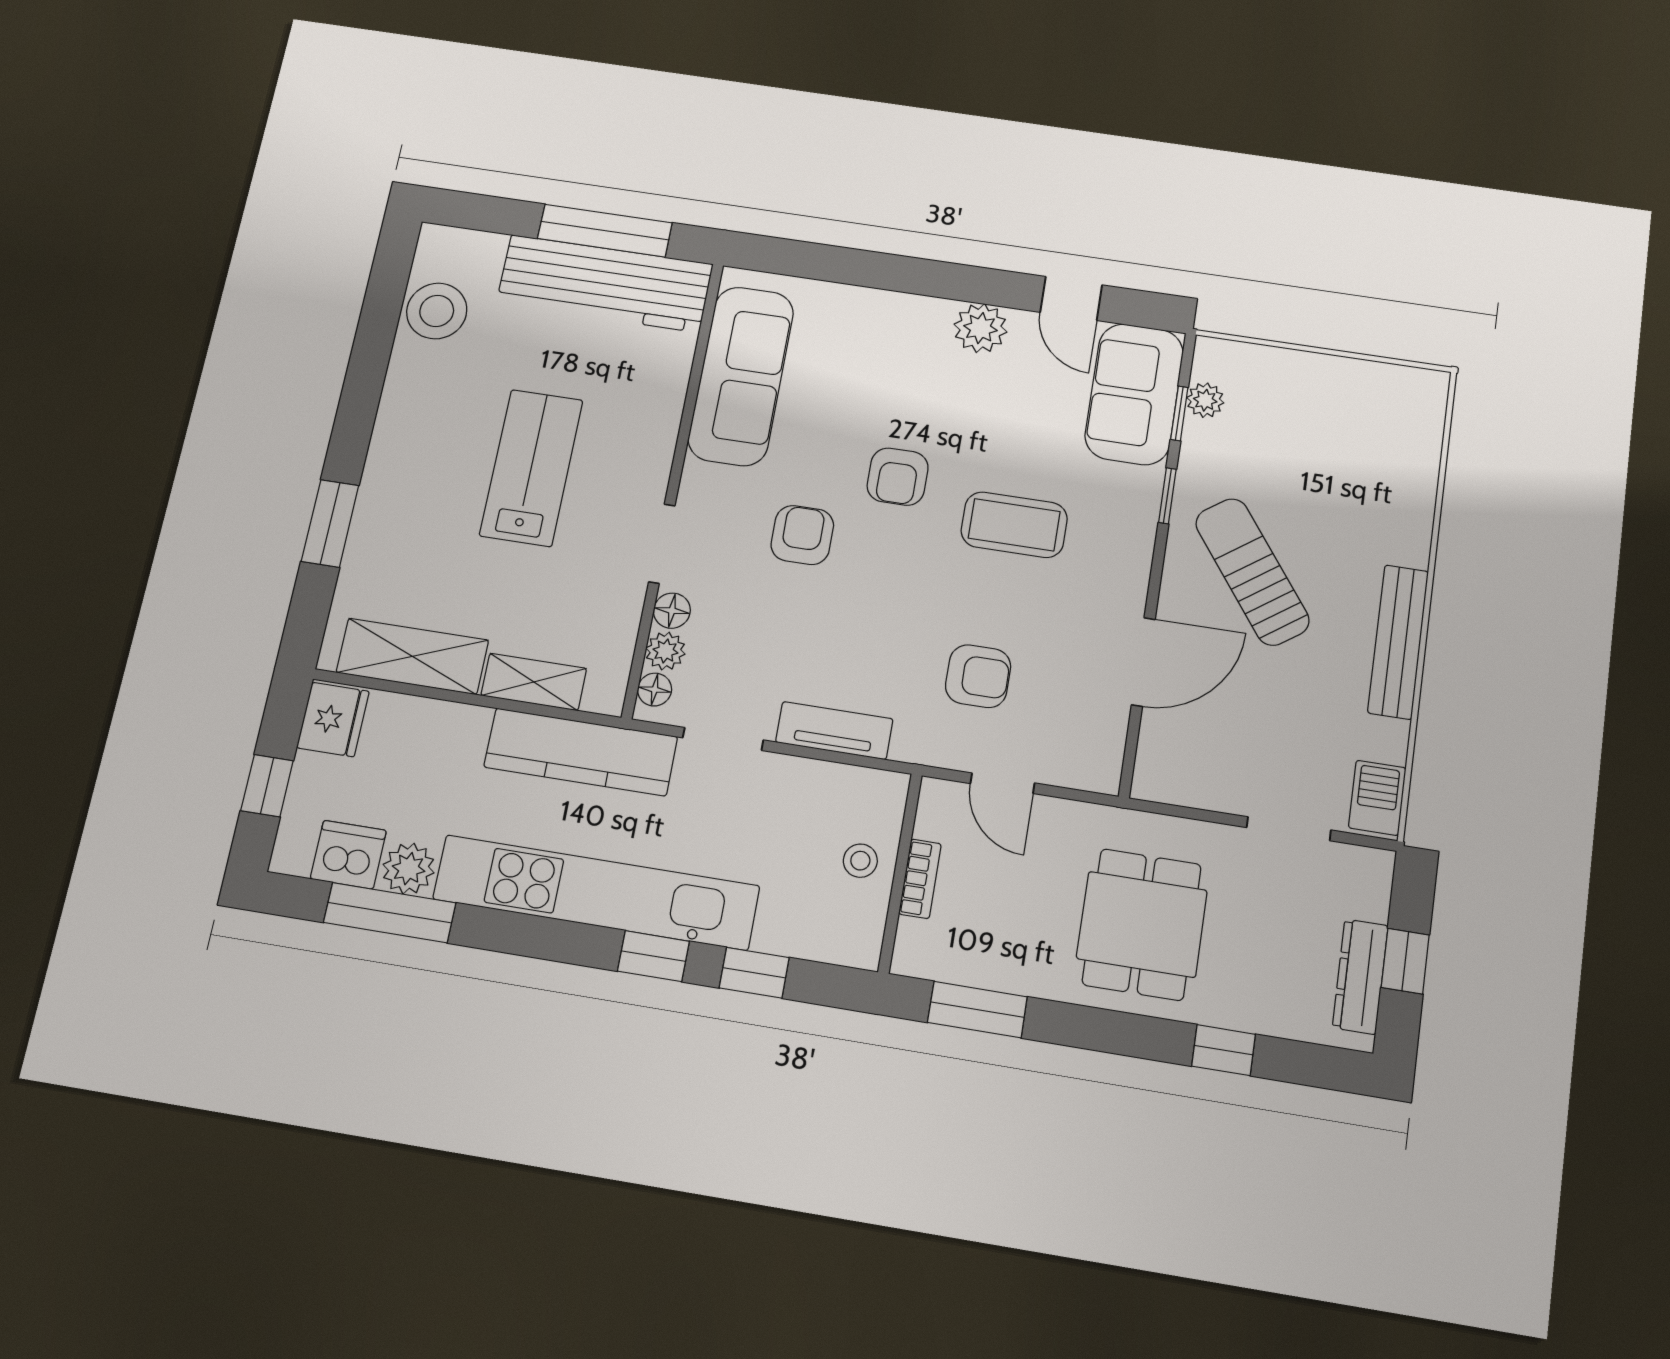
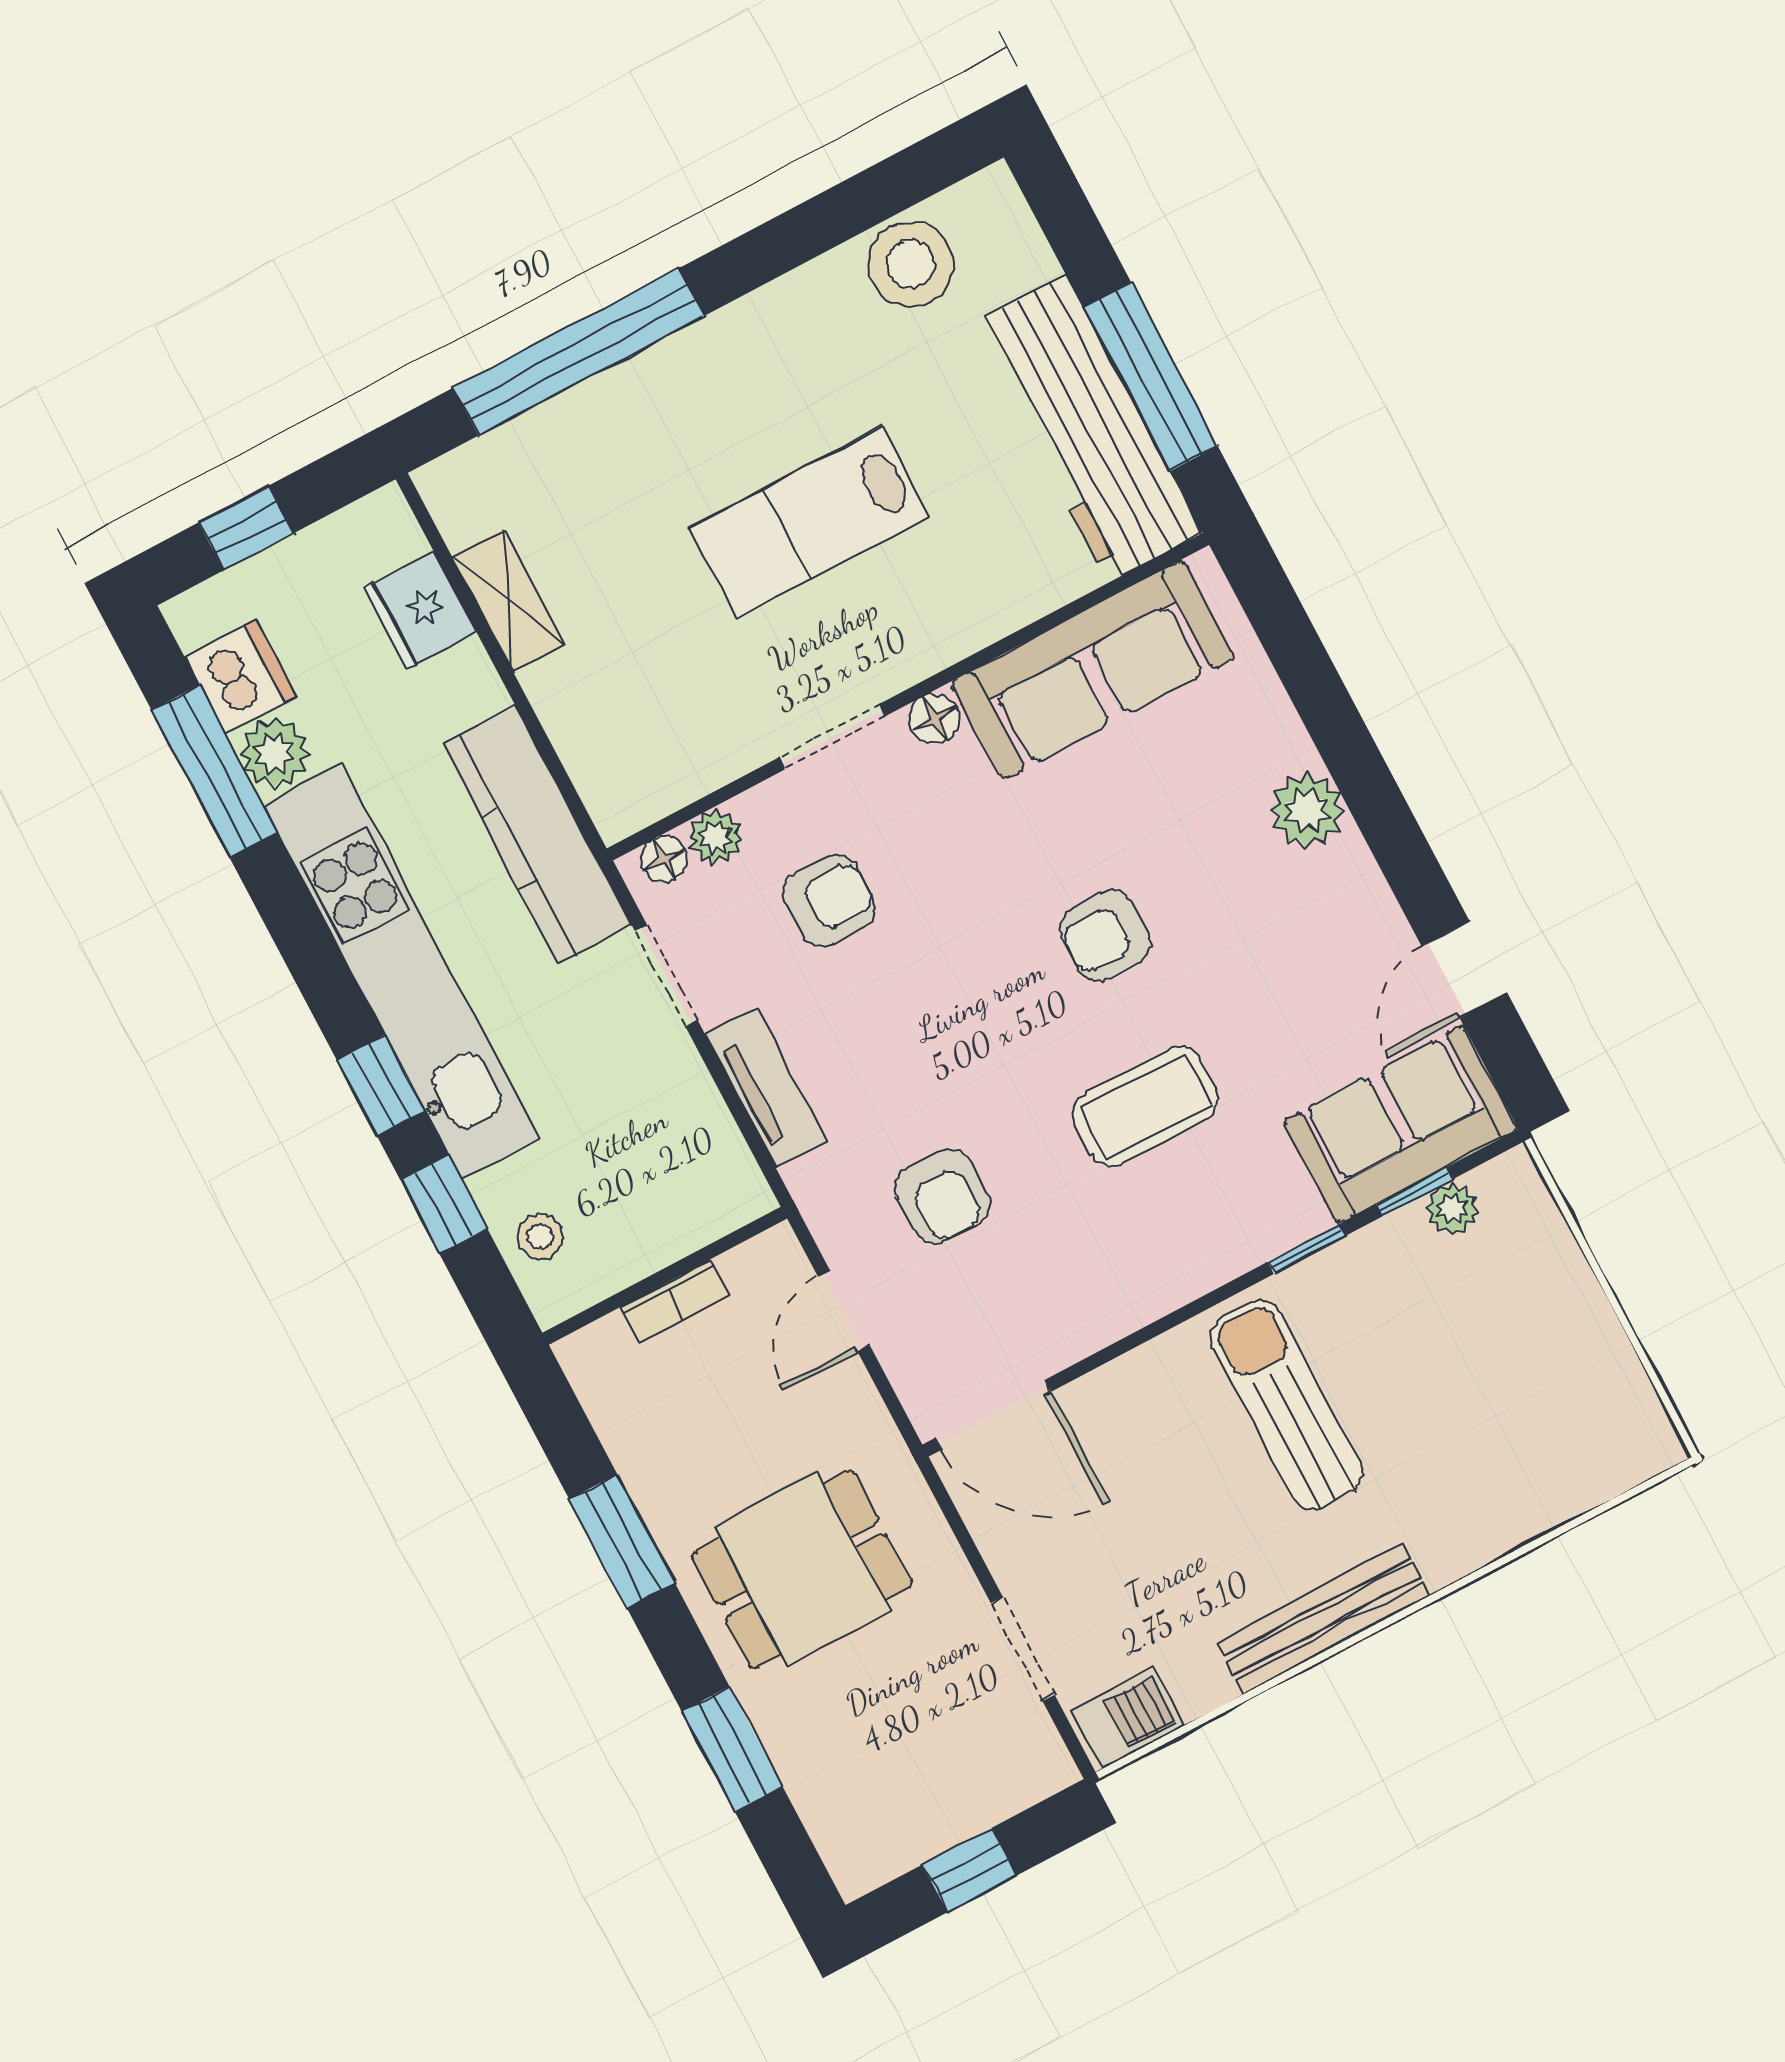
plant: (980, 328) -> (1307, 810), moved
lab bench: (531, 468) -> (810, 522), turned 180
window: (330, 523) -> (579, 352), width x2.11
coffee table: (1014, 525) -> (1145, 1106), turned 90
armchair: (802, 535) -> (829, 901), moved
sun lounger: (1252, 572) -> (1286, 1405), turned -54
floor lamp: (672, 611) -> (934, 719), moved
shelving: (412, 656) -> (508, 600), width x0.67, depth x0.75
door: (1143, 662) -> (993, 1415), moved
shelving: (534, 682) -> (574, 722), removed
fridge: (333, 719) -> (420, 610), moved, turned 90
stool: (860, 861) -> (540, 1236), moved
dresser: (1360, 976) -> (918, 1835), removed
window: (977, 1010) -> (622, 1541), moved
window: (1224, 1050) -> (732, 1749), width x1.50

